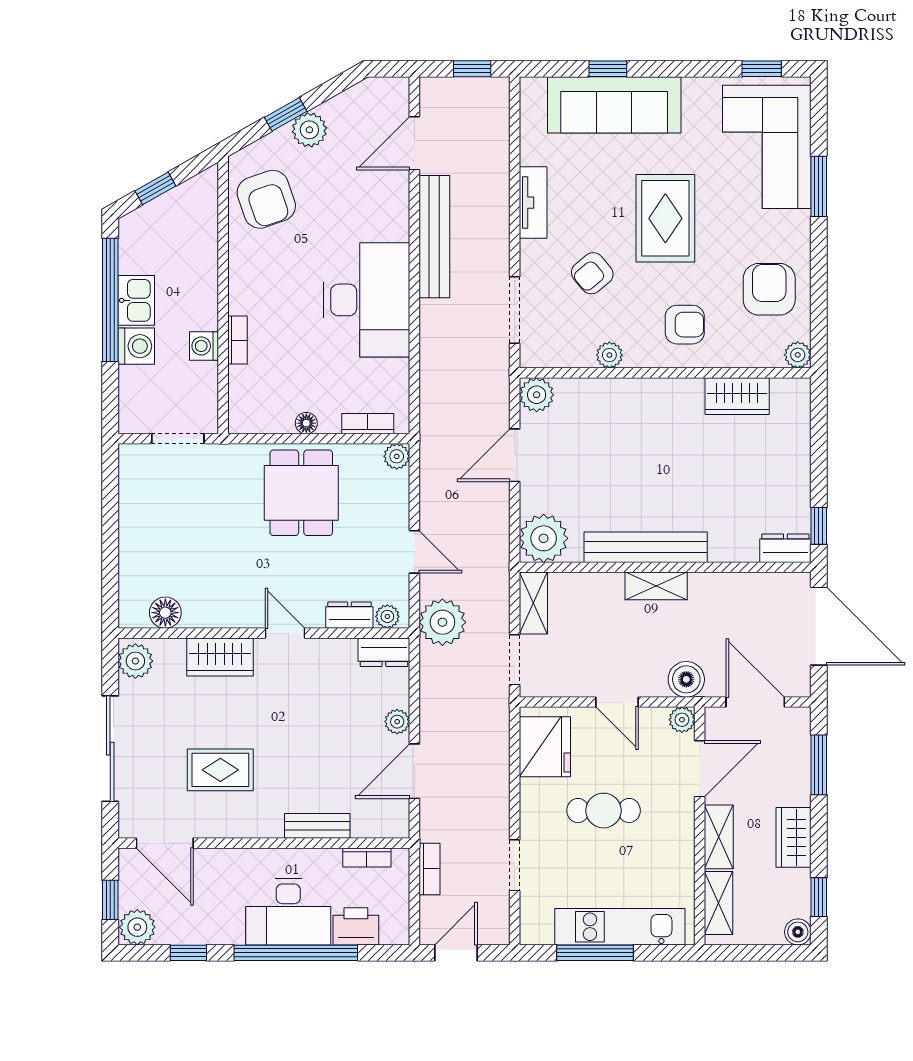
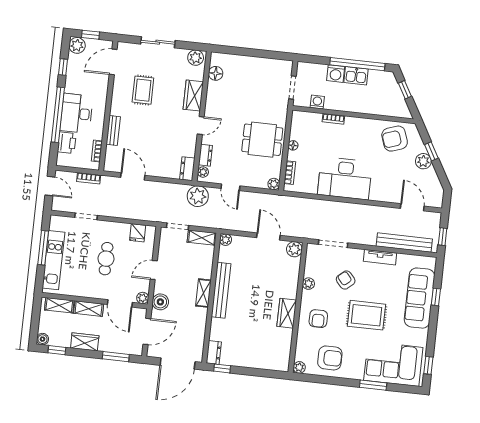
bench: (434, 237) -> (404, 243), moved
washing machine: (204, 346) -> (317, 102), moved
wardrobe: (737, 396) -> (287, 313), moved
plant: (544, 538) -> (226, 240), width x0.53, depth x0.53
door: (414, 552) -> (230, 187), hinge flipped
plant: (397, 722) -> (156, 171), removed
fridge: (545, 747) -> (138, 233), width x0.53, depth x0.75
sliding door: (110, 749) -> (158, 42), width x0.73

